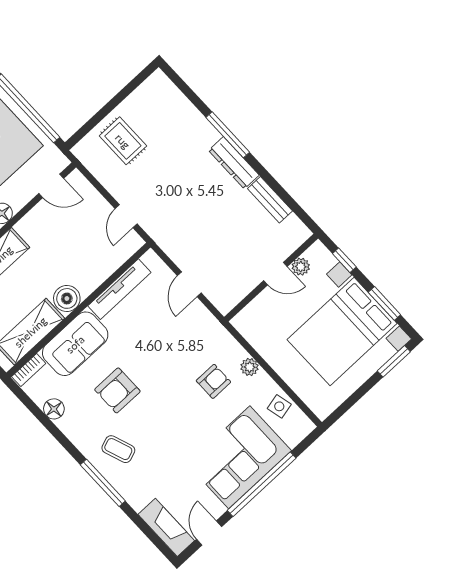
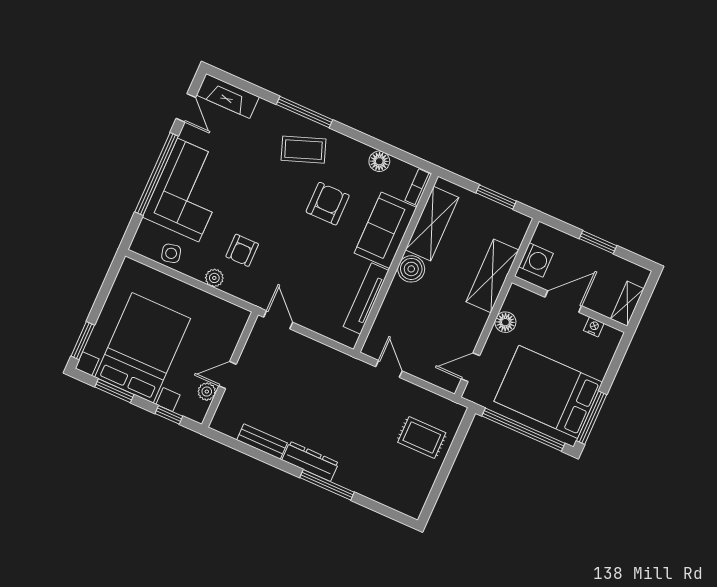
door: (189, 284) -> (278, 320), moved
coffee table: (118, 449) -> (303, 150), width x1.36, depth x1.30

